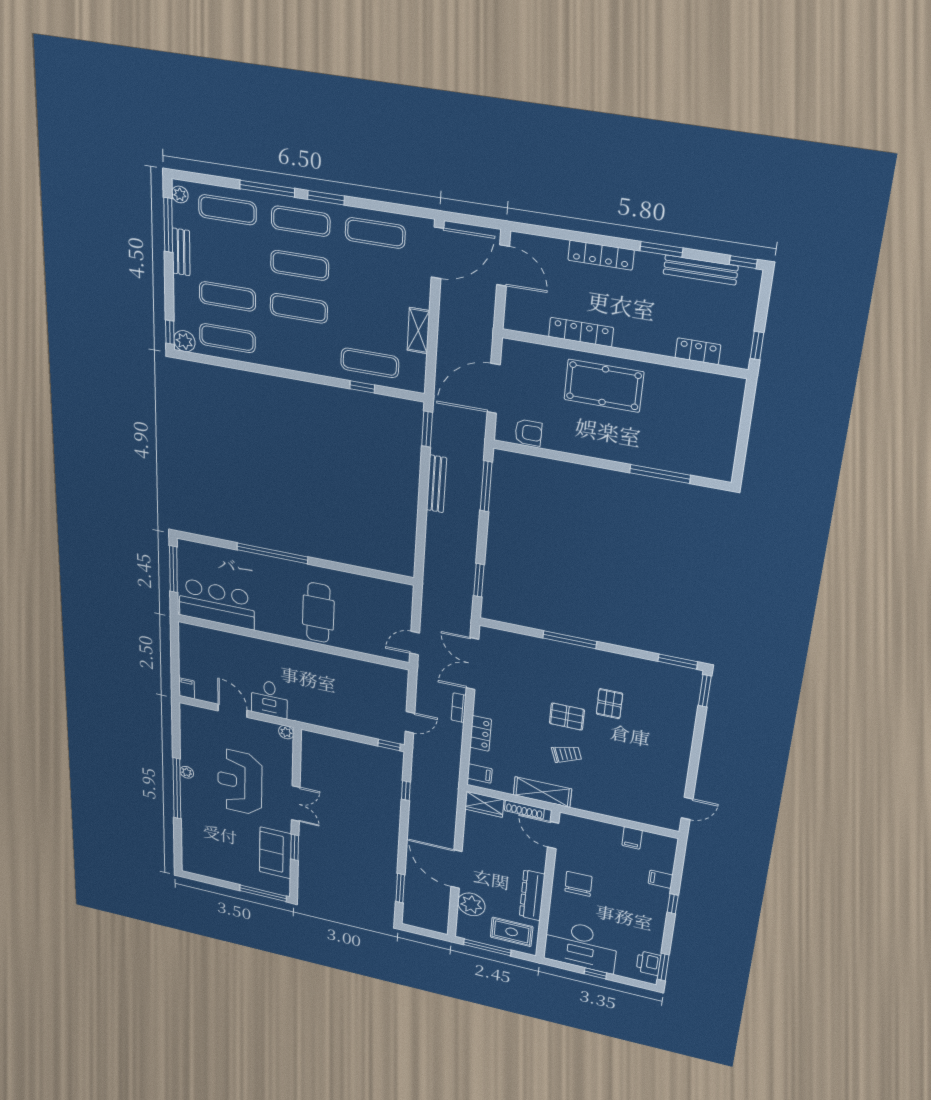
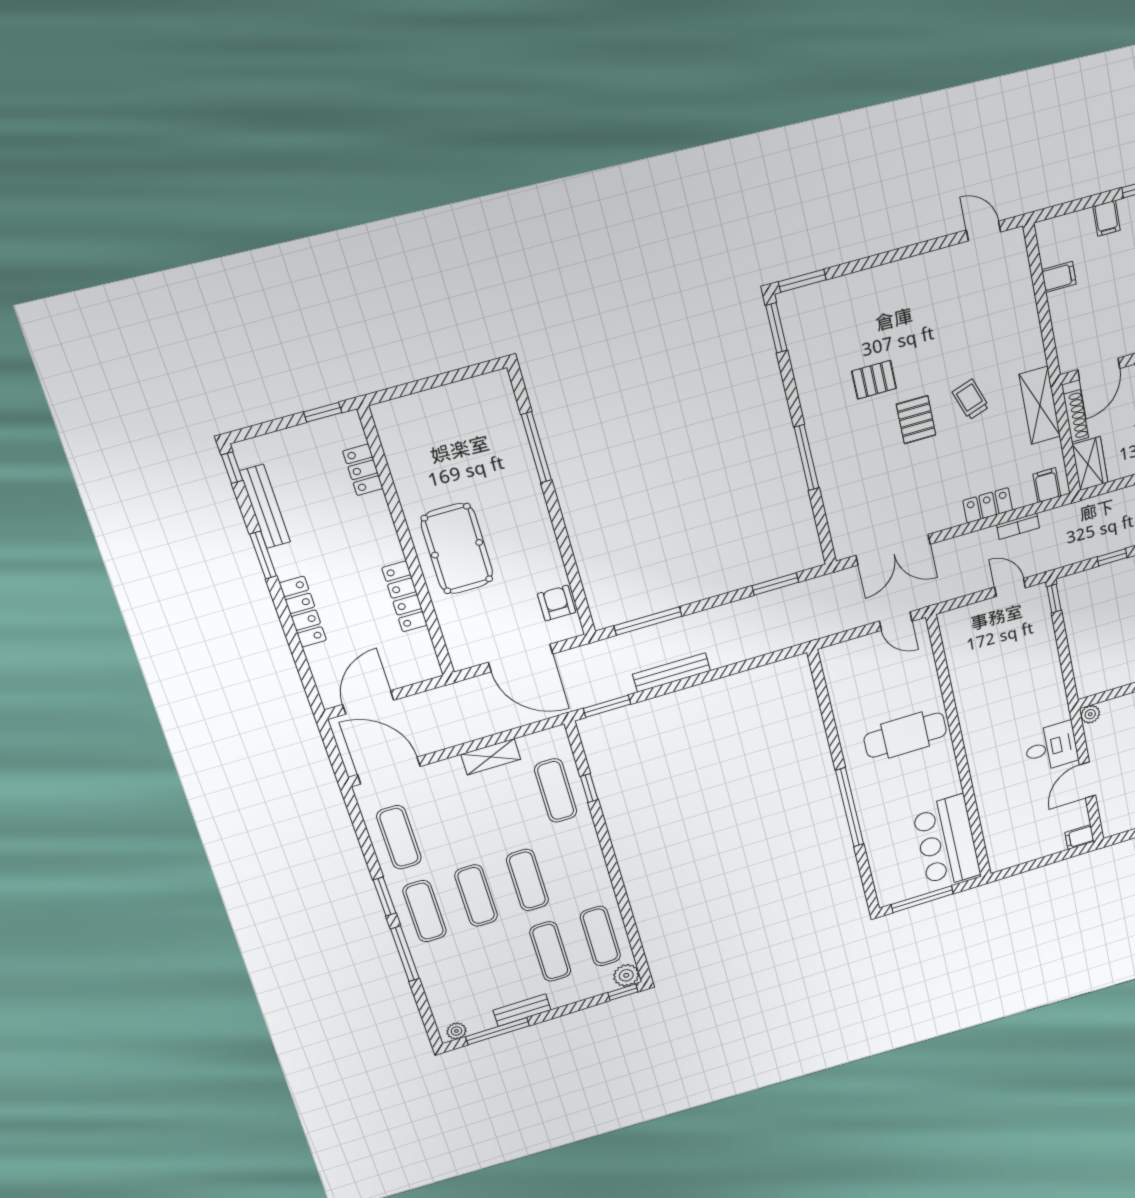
exercise mat: (227, 210) -> (449, 983), removed
bookcase: (459, 708) -> (1018, 526), moved

